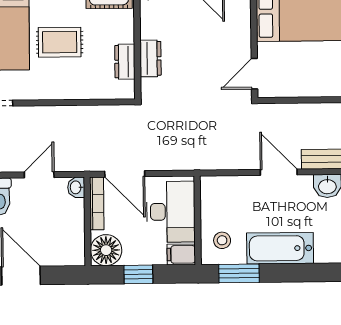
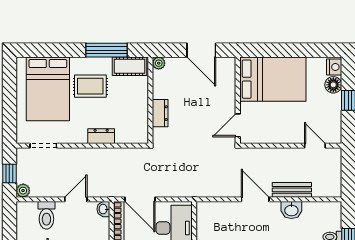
rug: (60, 42) -> (90, 86), moved
dresser: (125, 62) -> (101, 136), moved, turned 90

